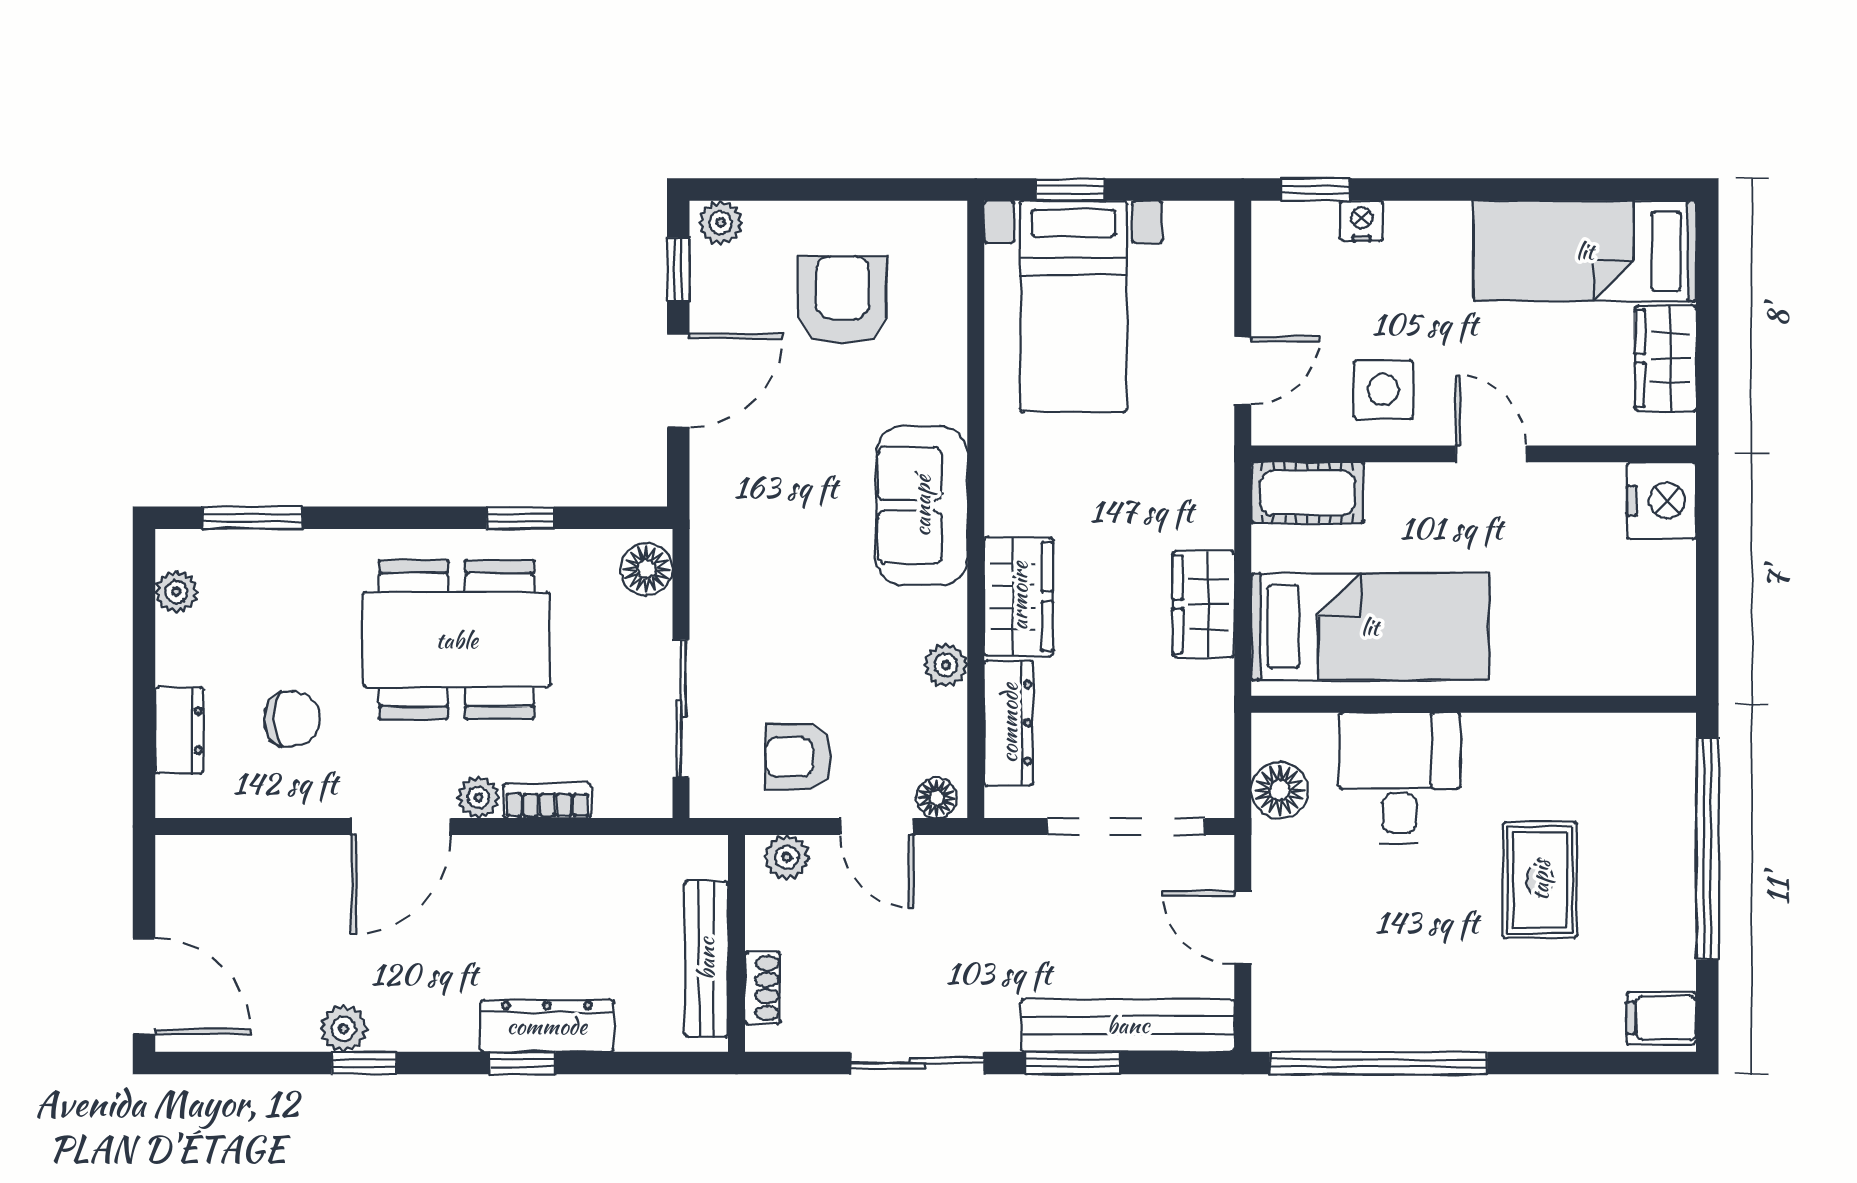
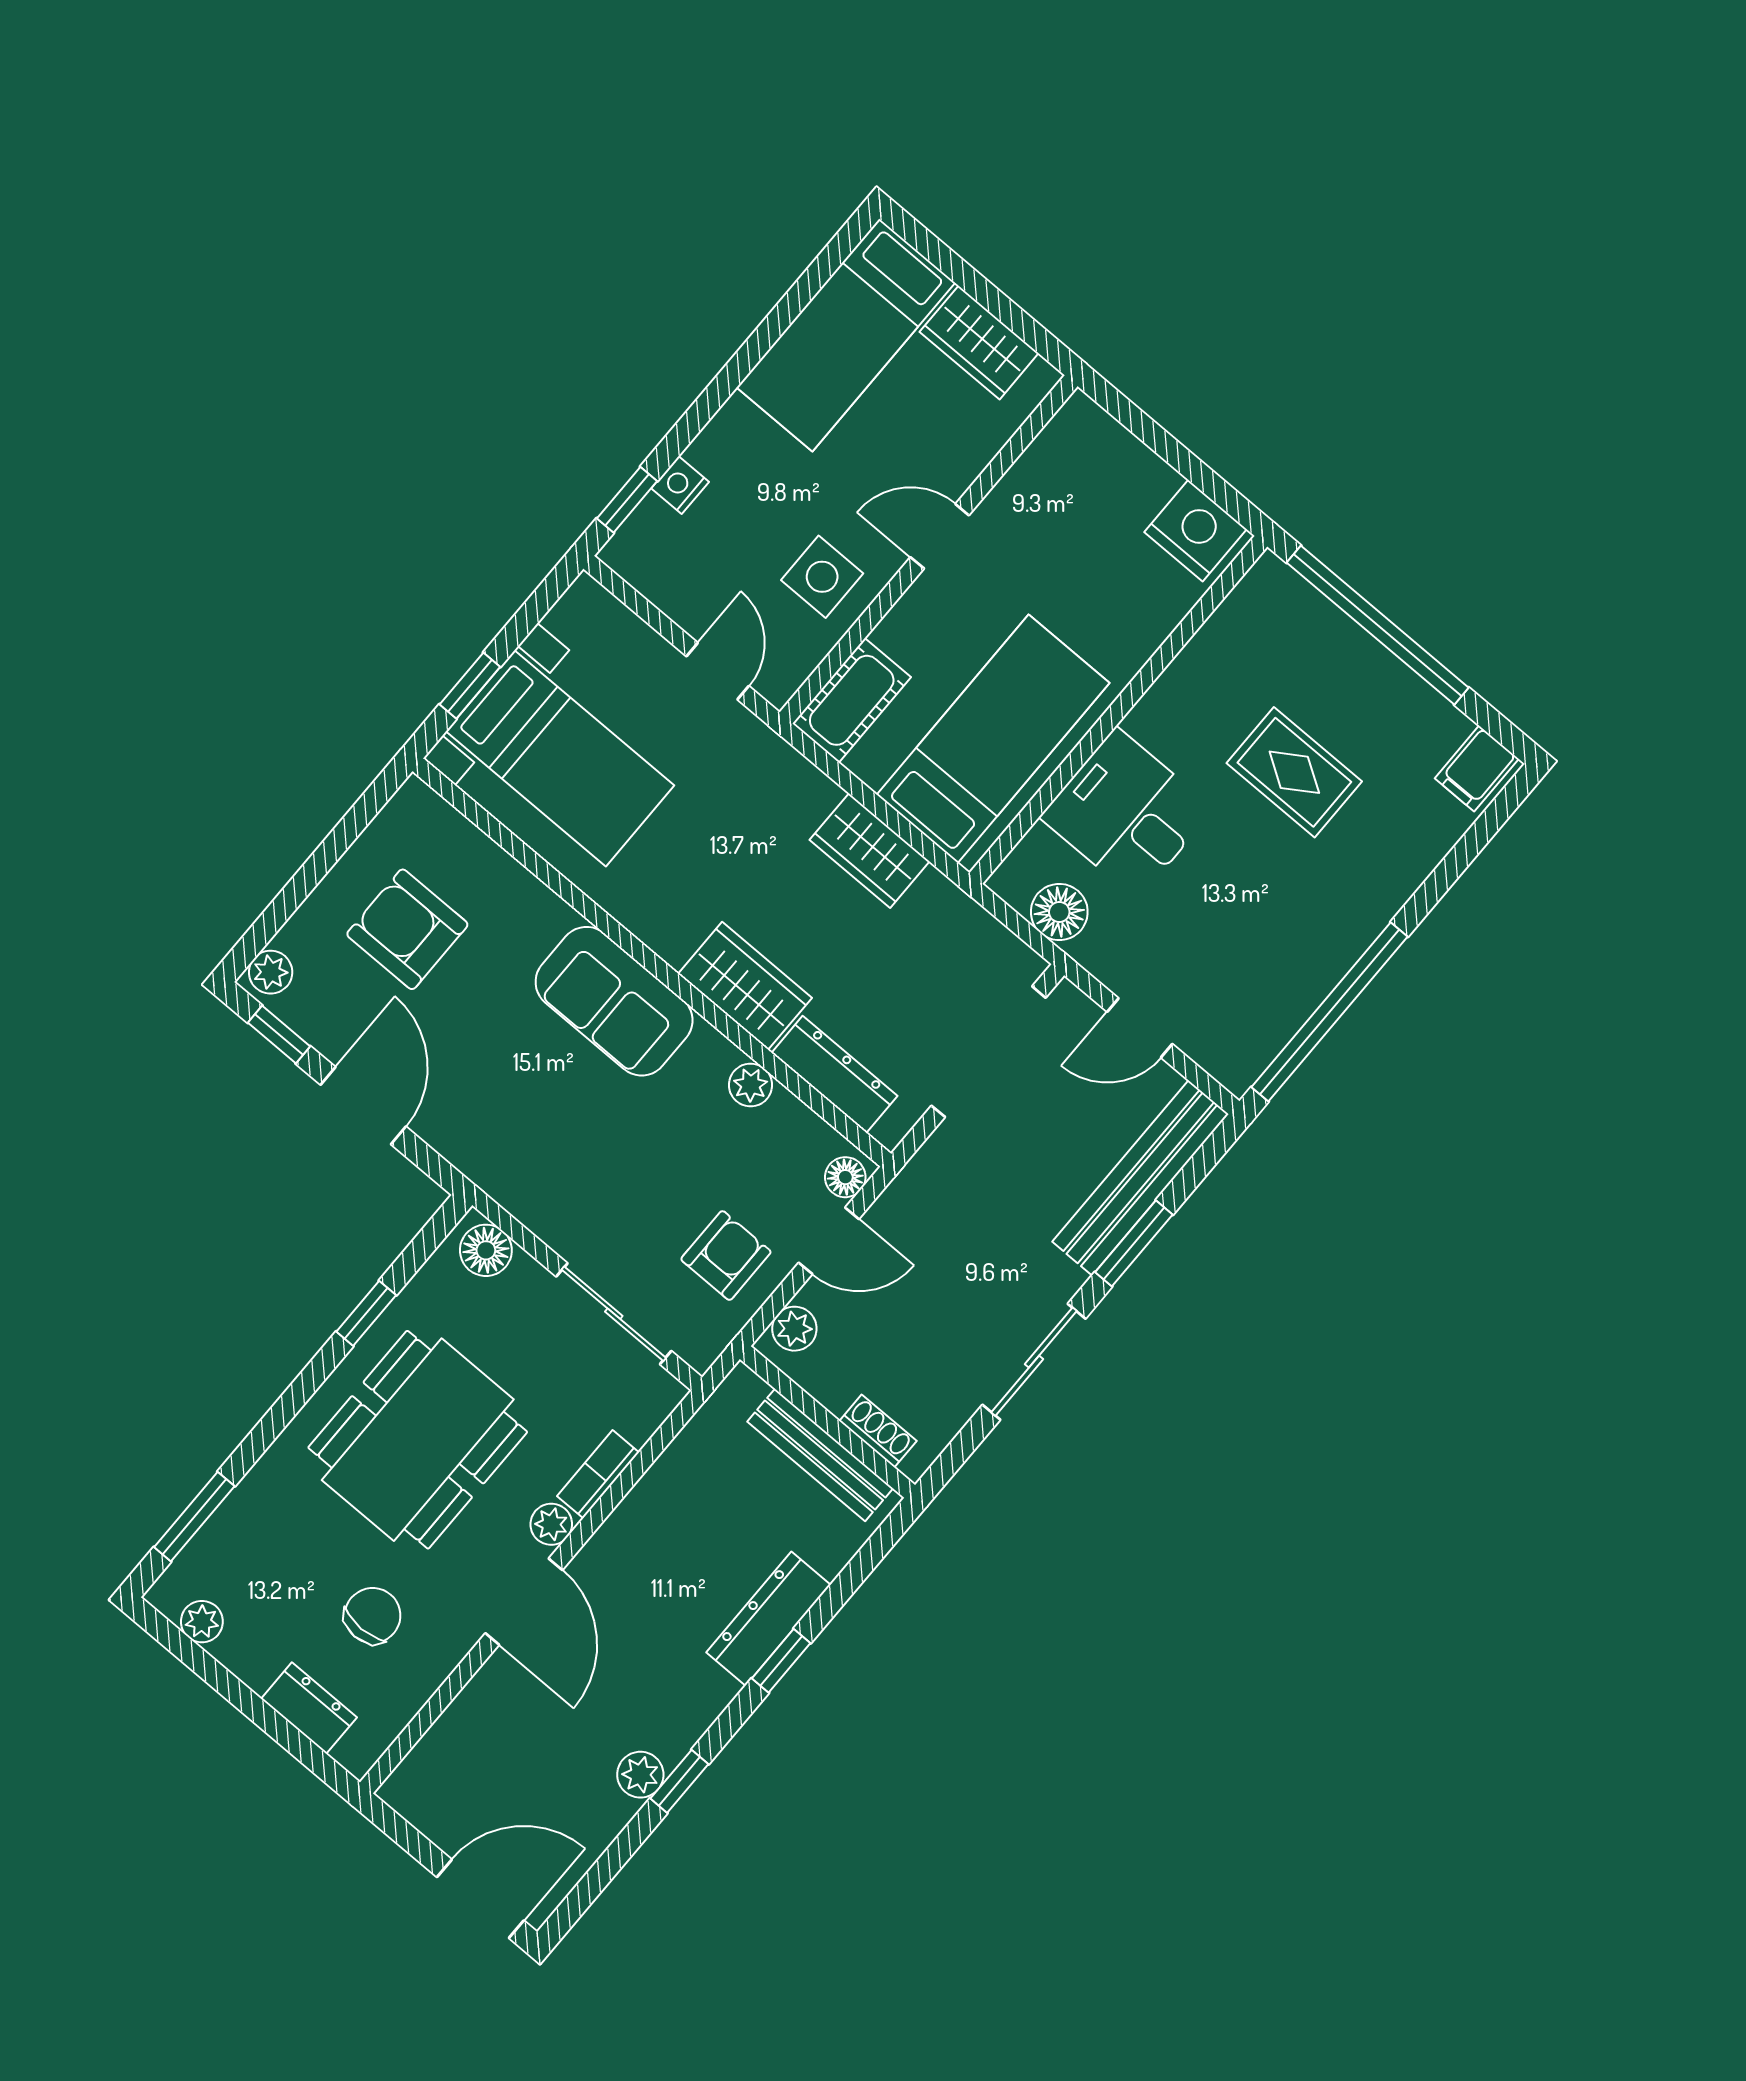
nightstand: (1662, 501) -> (1196, 531), moved
armchair: (799, 757) -> (726, 1256), turned 180

